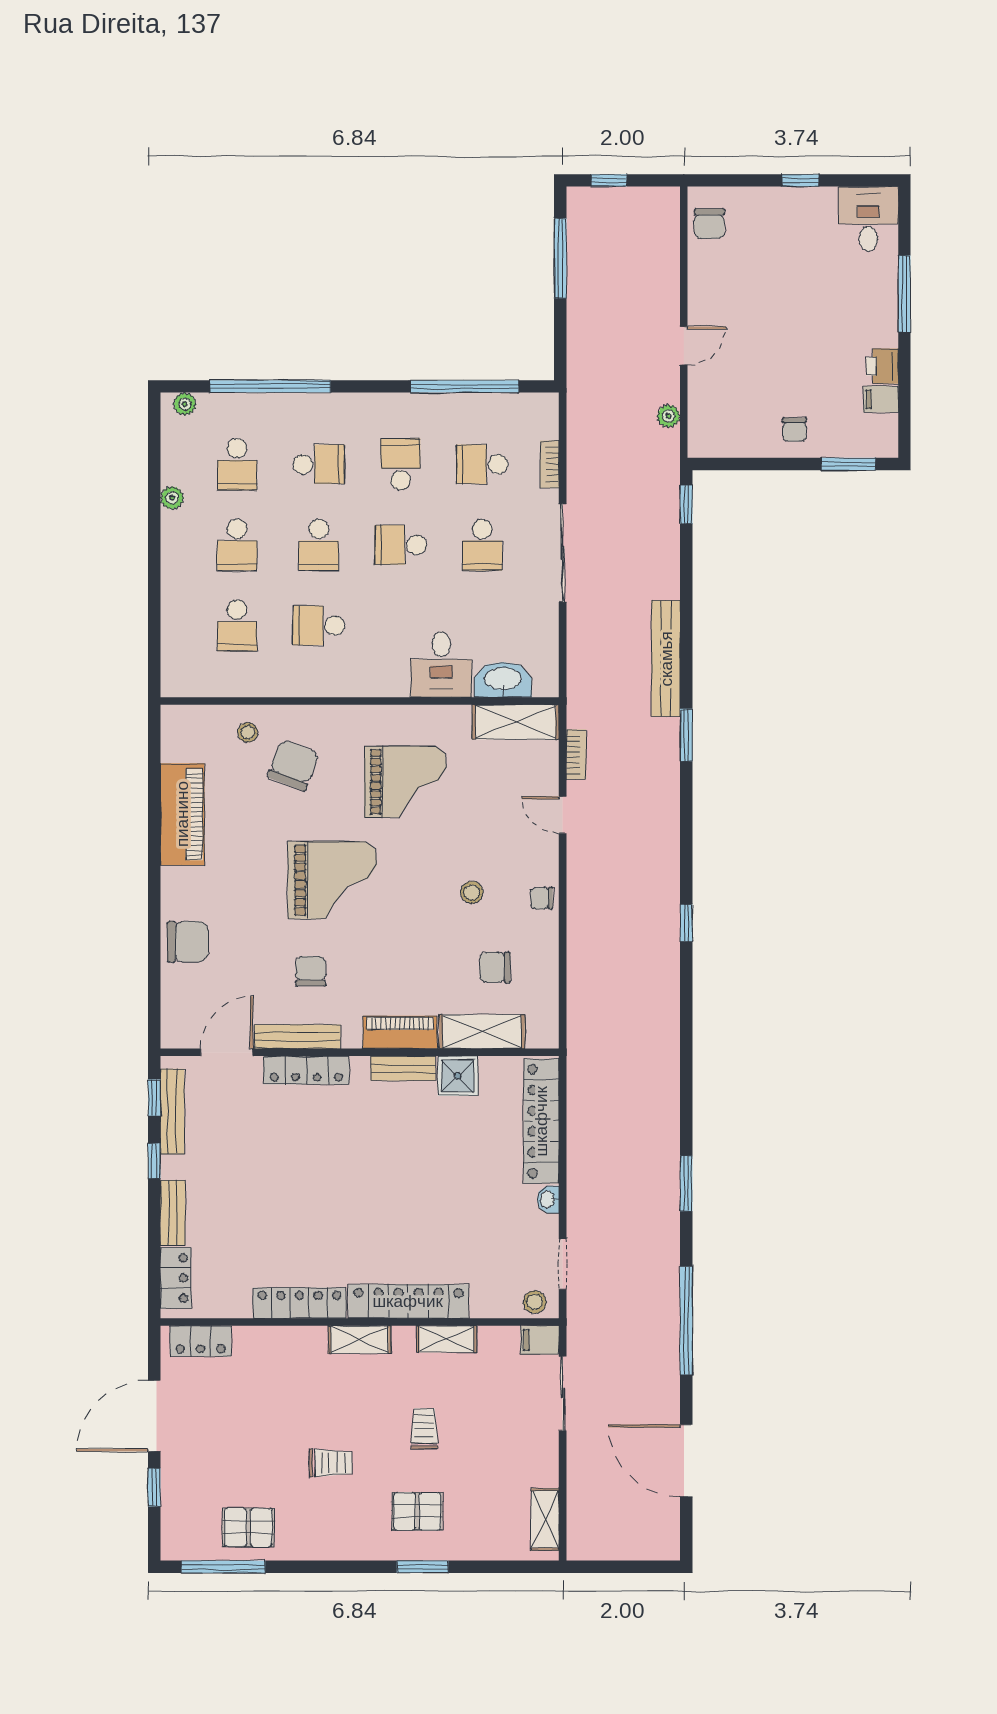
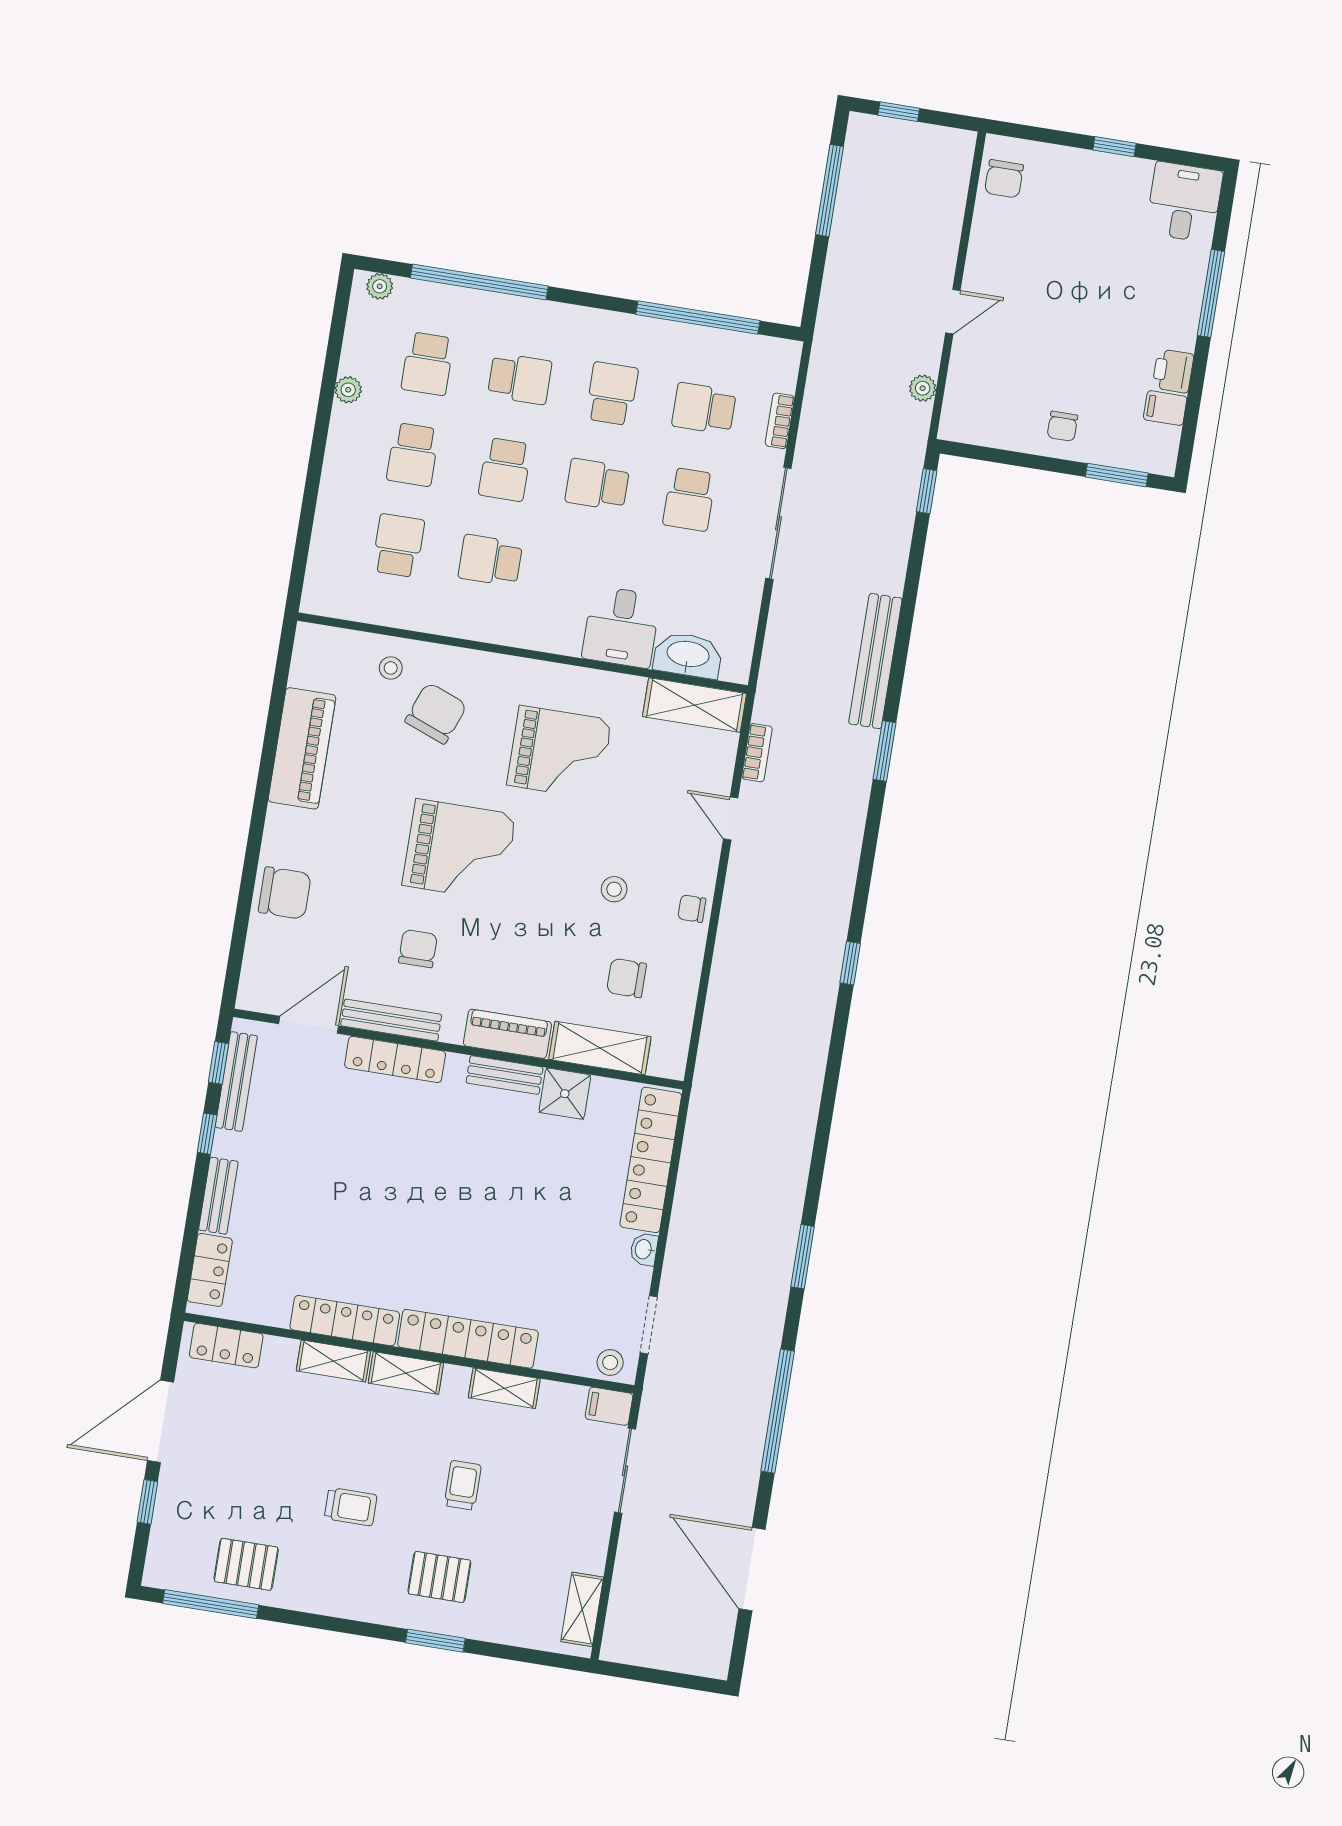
school desk: (237, 625) -> (398, 546), turned 180
shelving: (295, 1339) -> (333, 1361), added

